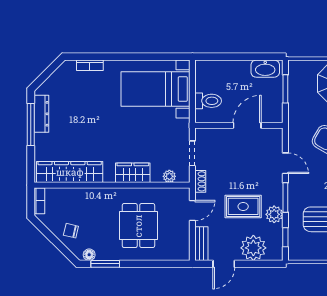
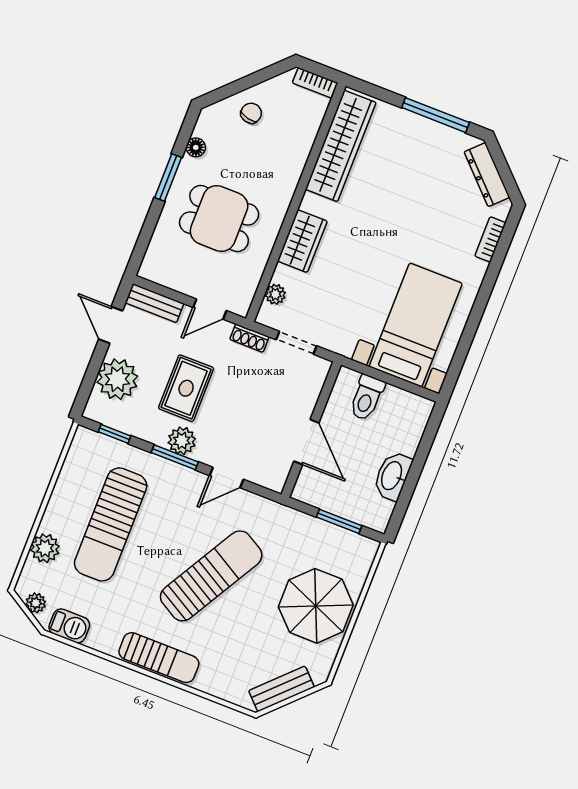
washbasin: (265, 69) -> (392, 476), moved
dresser: (41, 114) -> (487, 175), moved, turned 45
door: (192, 211) -> (210, 309), hinge flipped
plant: (274, 214) -> (182, 441), moved
floor lamp: (89, 255) -> (196, 147), moved
window: (105, 264) -> (168, 177), moved

